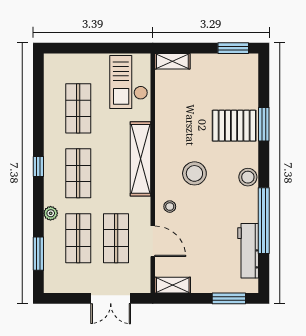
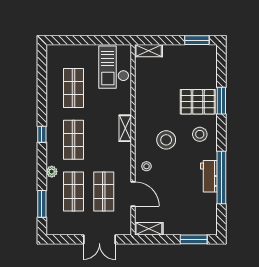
shelving: (141, 159) -> (125, 128), width x0.45, depth x0.75
stool: (248, 177) -> (200, 134), moved
workbench: (248, 251) -> (209, 176), moved, width x0.73

